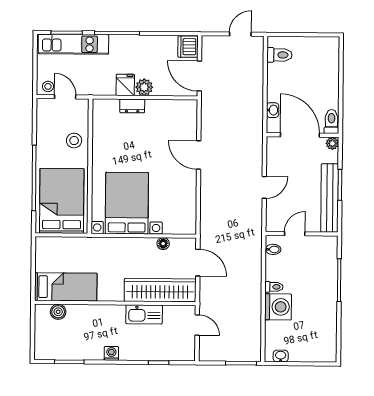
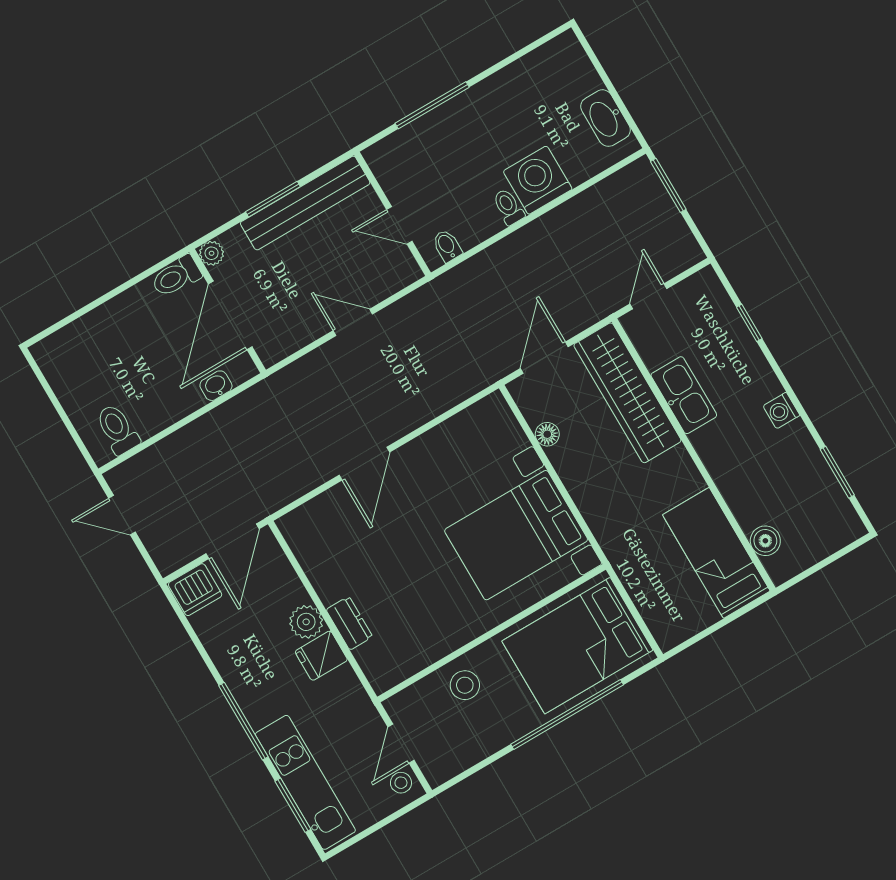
washbasin: (281, 356) -> (606, 118), width x1.91, depth x1.45

